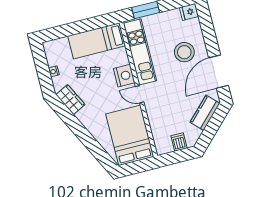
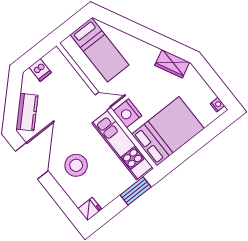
bed: (97, 41) -> (168, 131), width x1.50
nightstand: (54, 71) -> (218, 105), moved
bed: (130, 135) -> (100, 50), width x0.67

